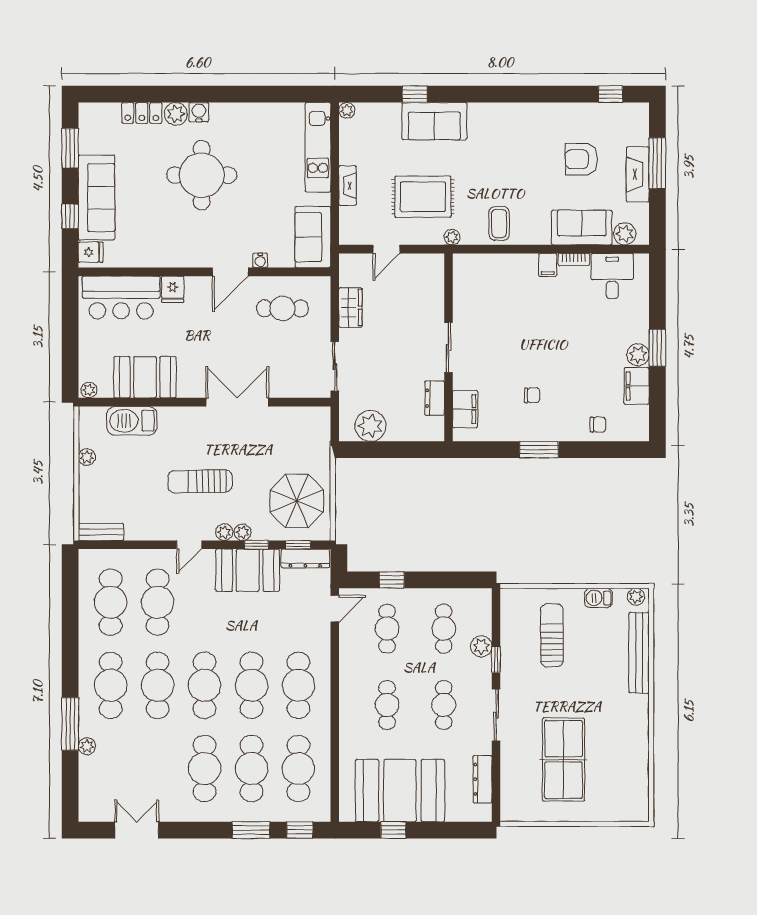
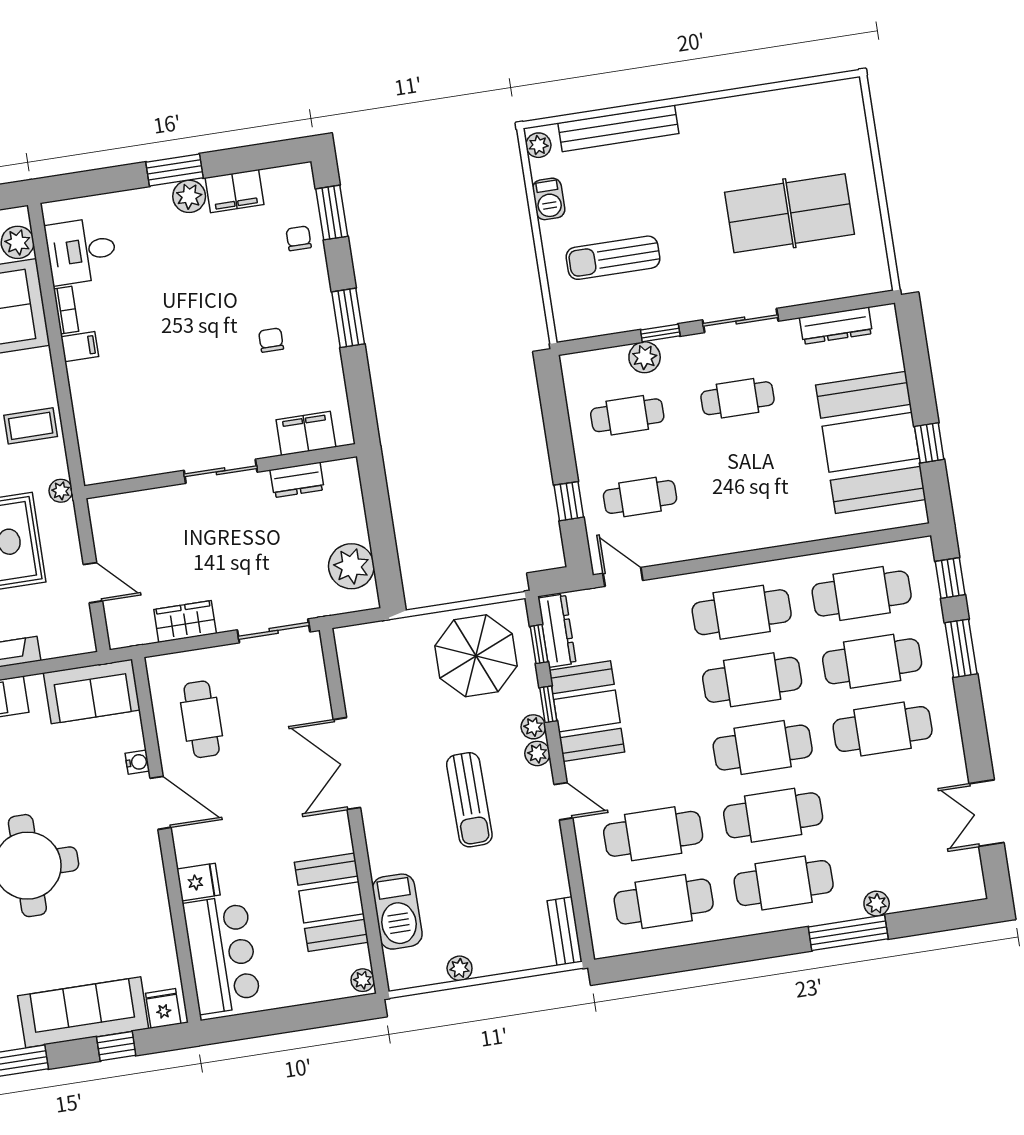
window: (612, 450) -> (332, 213), added
cafe table: (387, 705) -> (750, 480), removed

